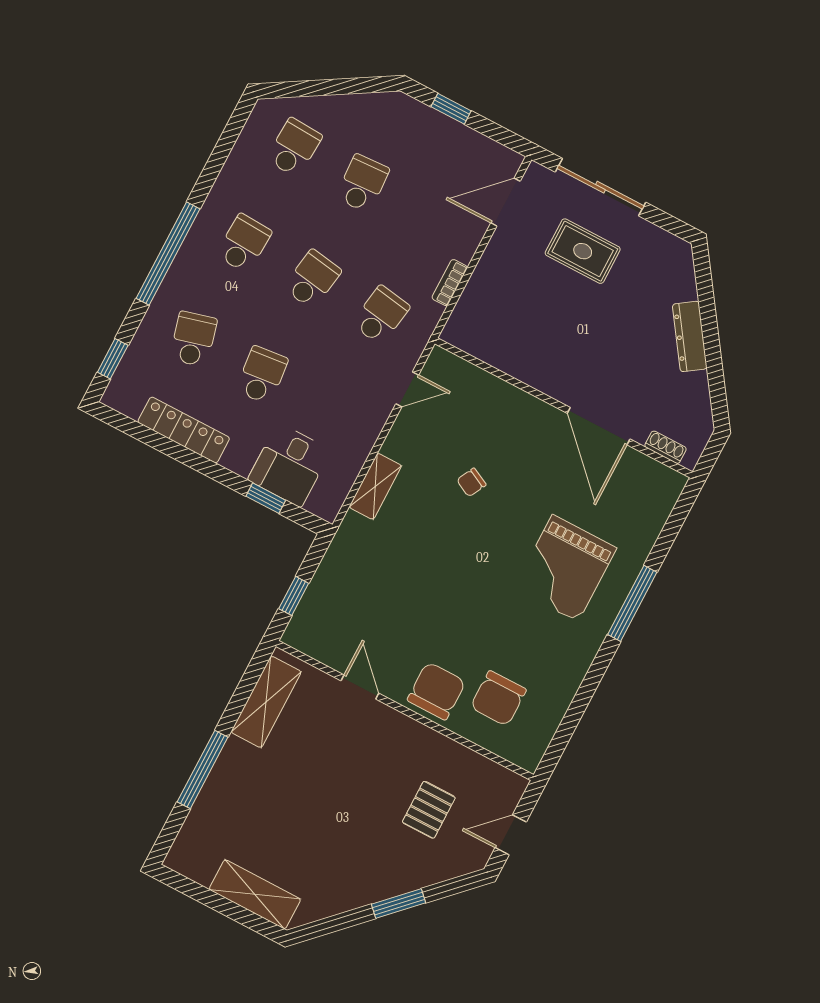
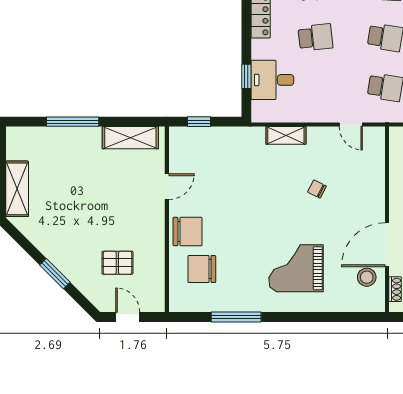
stool: (629, 478) -> (367, 277), added
window: (632, 603) -> (236, 317), moved

